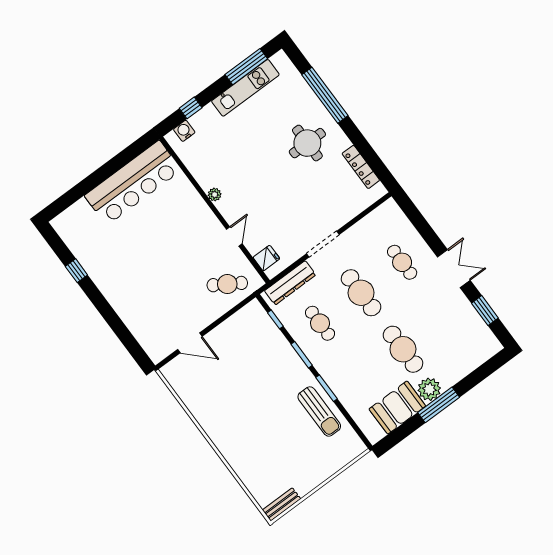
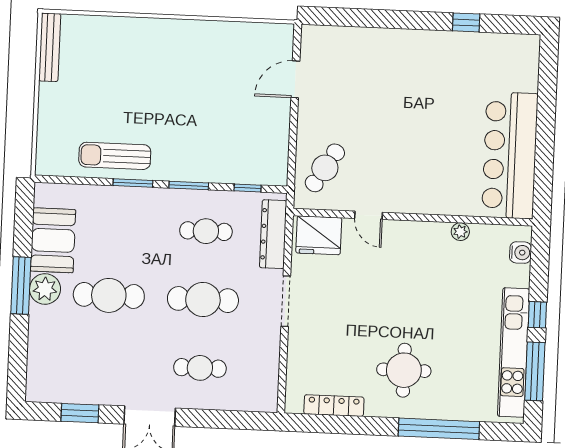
kitchen unit: (245, 88) -> (514, 352), width x1.36
window: (191, 108) -> (537, 315), moved
plant: (215, 195) -> (460, 232), moved
fridge: (266, 258) -> (319, 235), width x1.88, depth x1.34
bench: (282, 504) -> (50, 47), width x1.36

